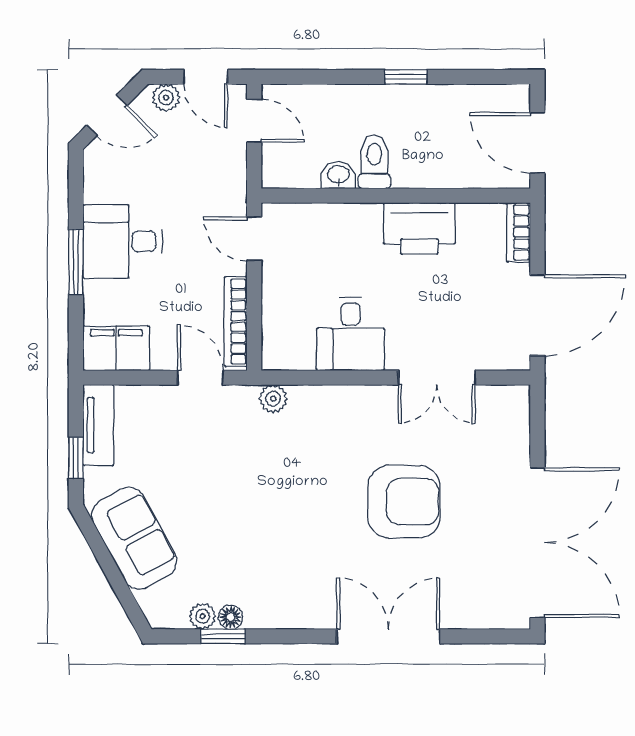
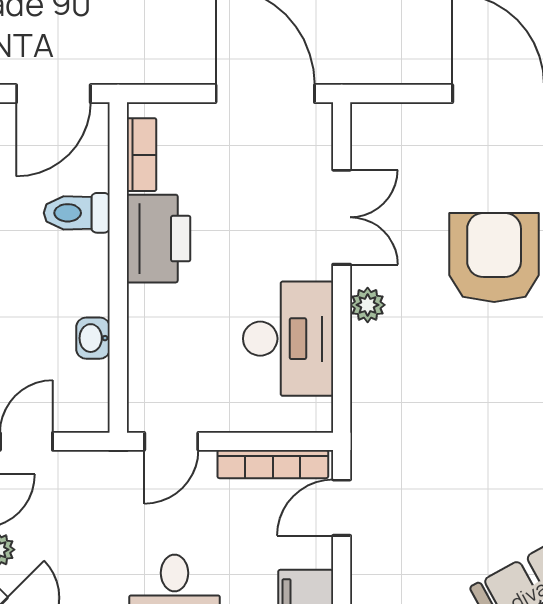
toilet: (374, 162) -> (77, 213), moved
bookcase: (519, 232) -> (141, 155), moved, turned -90
desk: (351, 334) -> (288, 339), width x1.37
plant: (273, 399) -> (368, 305), moved

